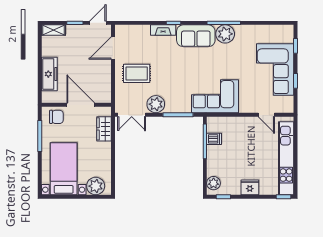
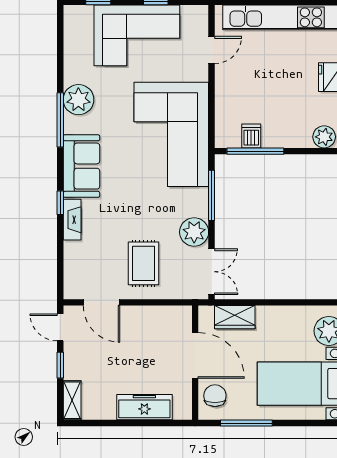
plant: (225, 34) -> (78, 100), moved
corner sofa: (215, 96) -> (171, 134), width x1.36, depth x1.36
door: (81, 105) -> (195, 355), swing flipped

